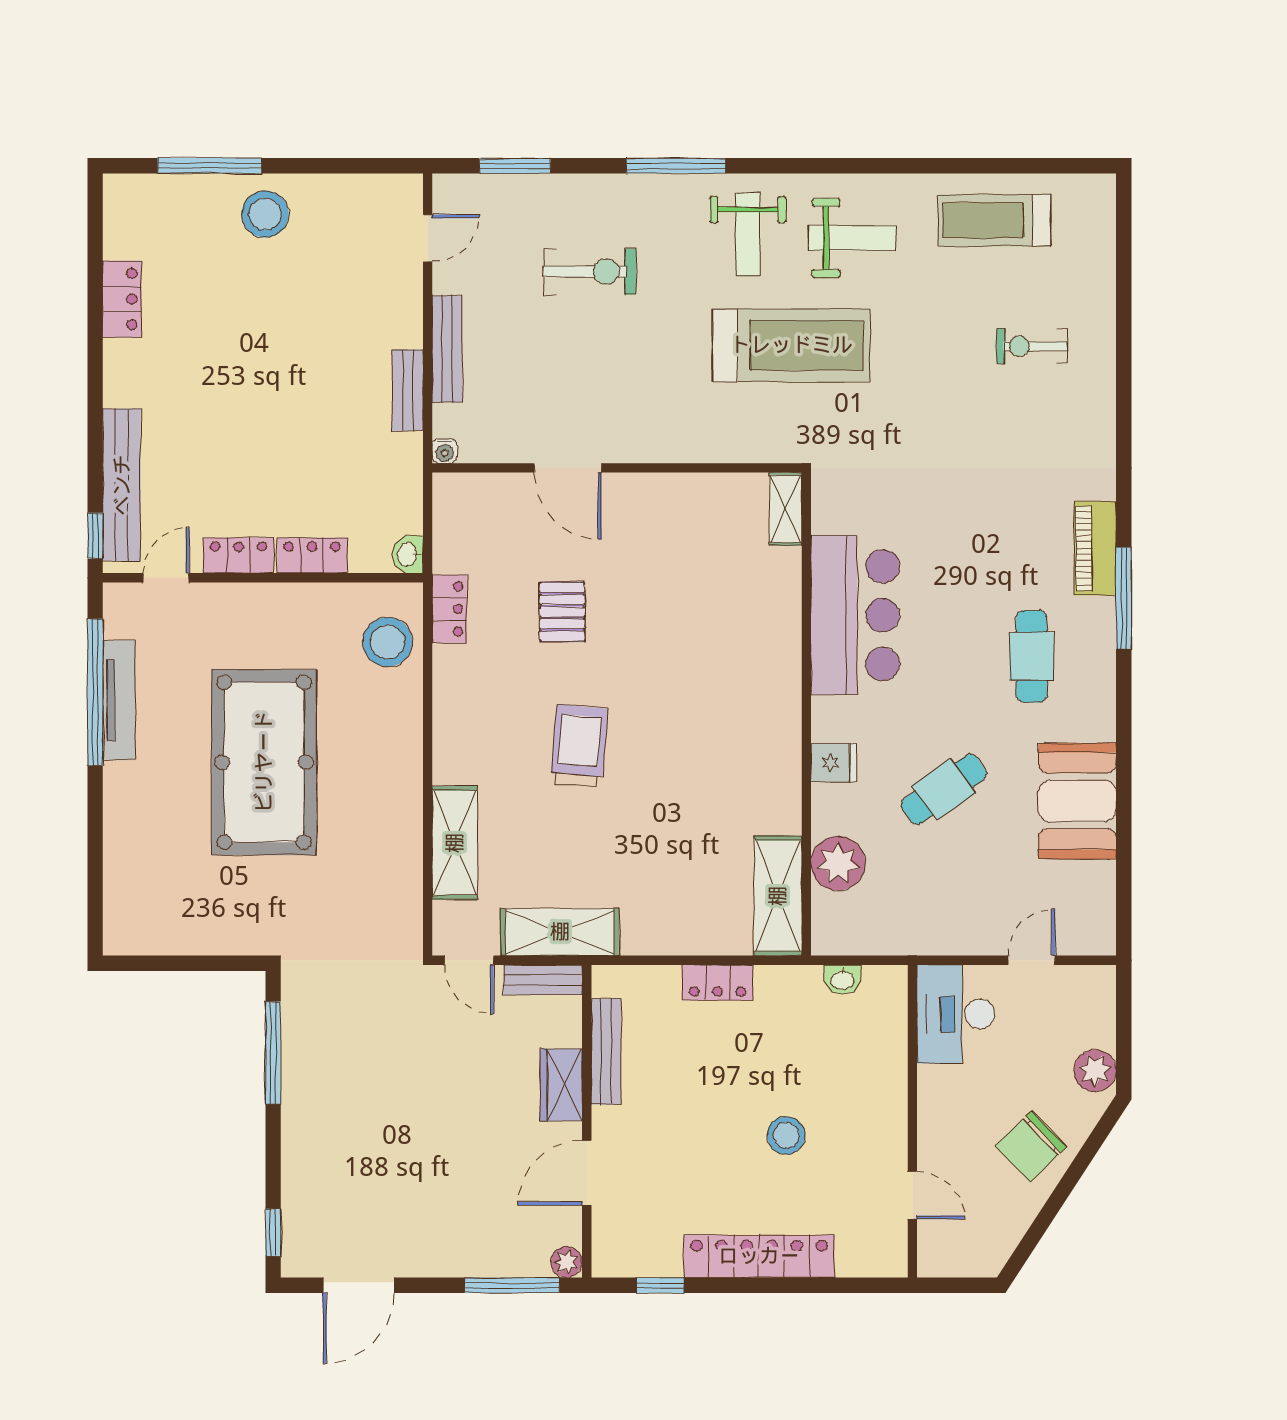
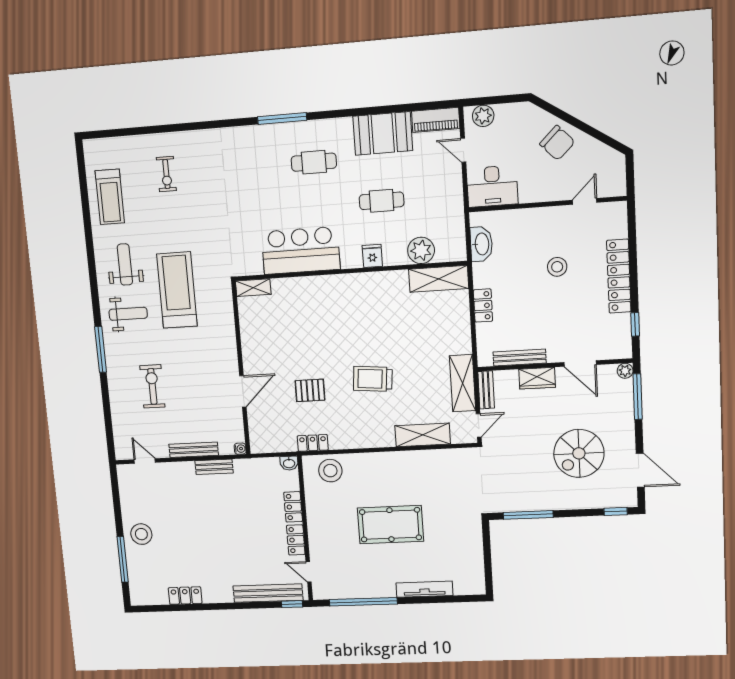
window: (515, 166) -> (108, 423), removed
piano: (1095, 548) -> (436, 120), moved
tv unit: (119, 700) -> (424, 589), moved
pool table: (264, 762) -> (390, 525), width x0.73, depth x0.76
cafe table: (944, 789) -> (382, 201), turned -55
washbasin: (842, 980) -> (481, 244), width x1.91, depth x1.45
plant: (1095, 1071) -> (483, 116), moved
spiral stairs: (400, 1163) -> (579, 453), added

